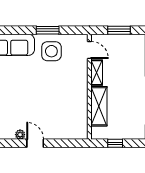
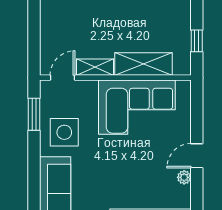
window: (48, 30) -> (34, 114), moved
window: (119, 30) -> (34, 35), removed
corner sofa: (69, 102) -> (137, 107), added

